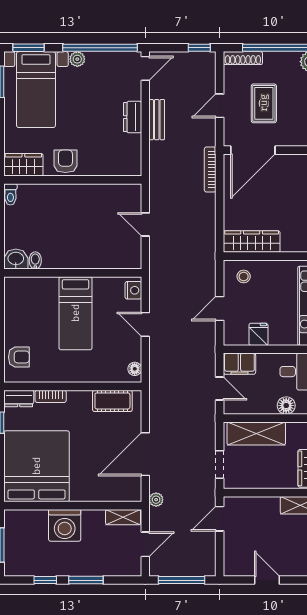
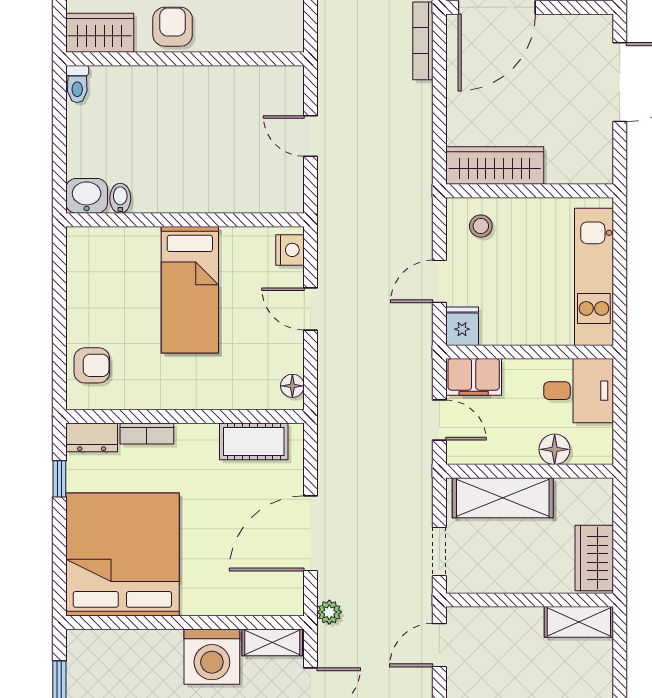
fridge: (258, 334) -> (462, 326), moved
washing machine: (65, 525) -> (212, 657), moved

